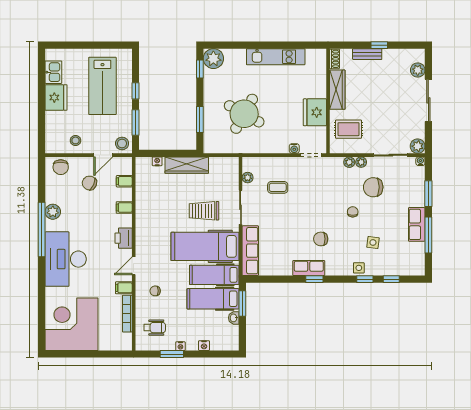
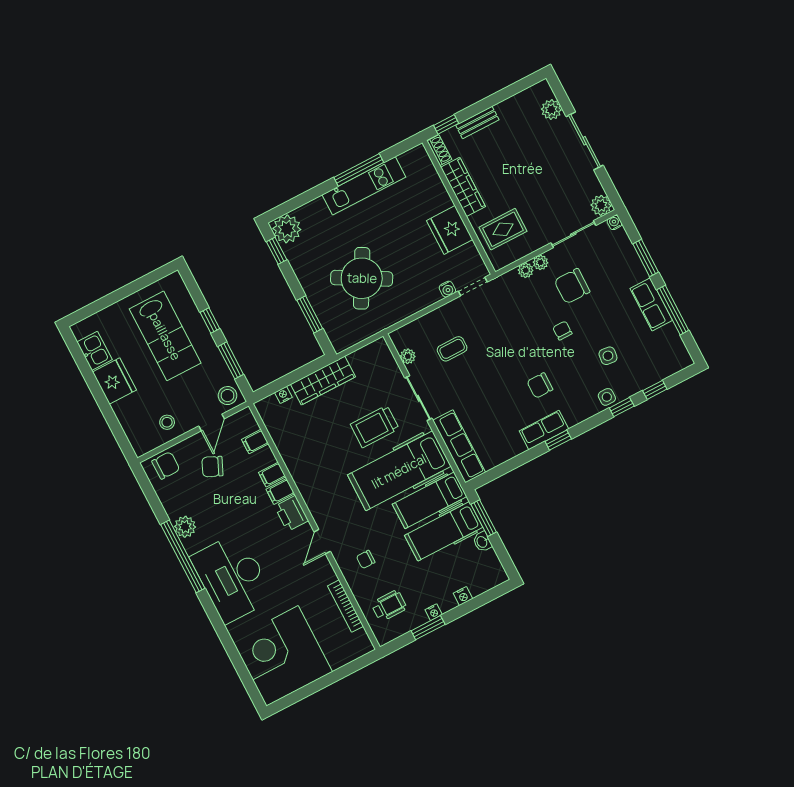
window: (278, 45) -> (359, 170), added
window: (379, 45) -> (446, 124), moved
chair: (61, 167) -> (166, 465), turned -90
filing cabinet: (124, 288) -> (280, 491), moved

